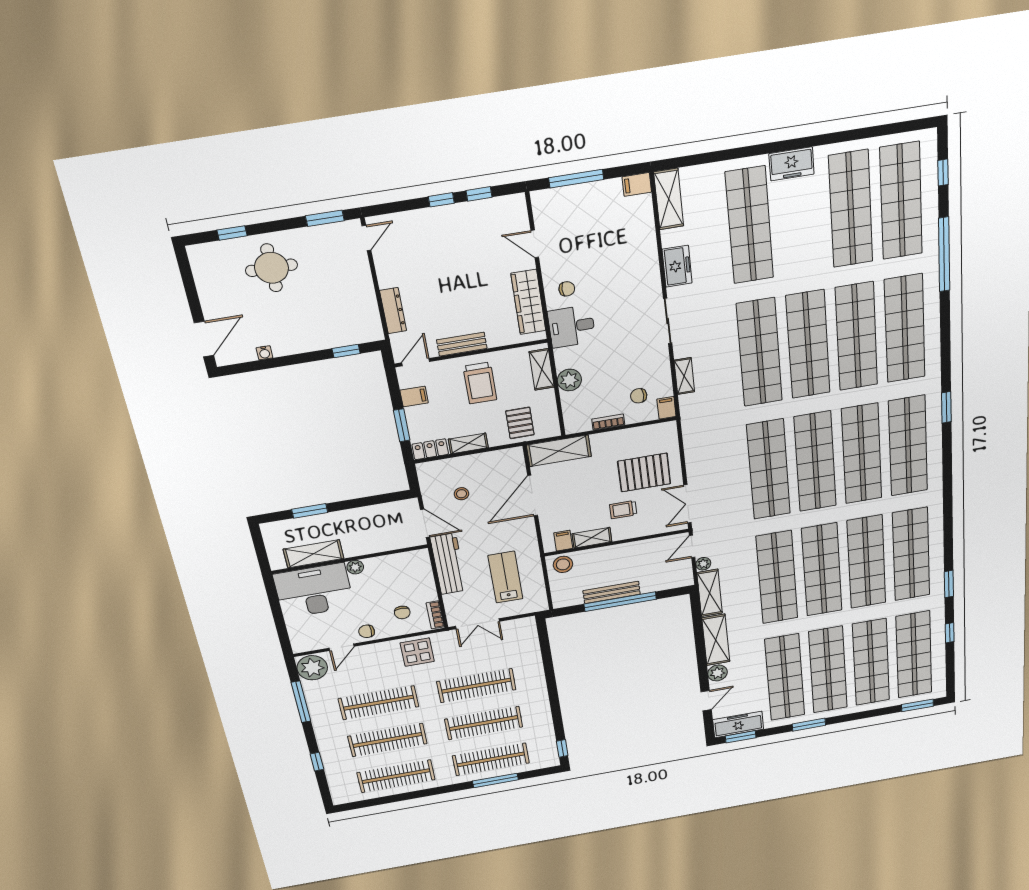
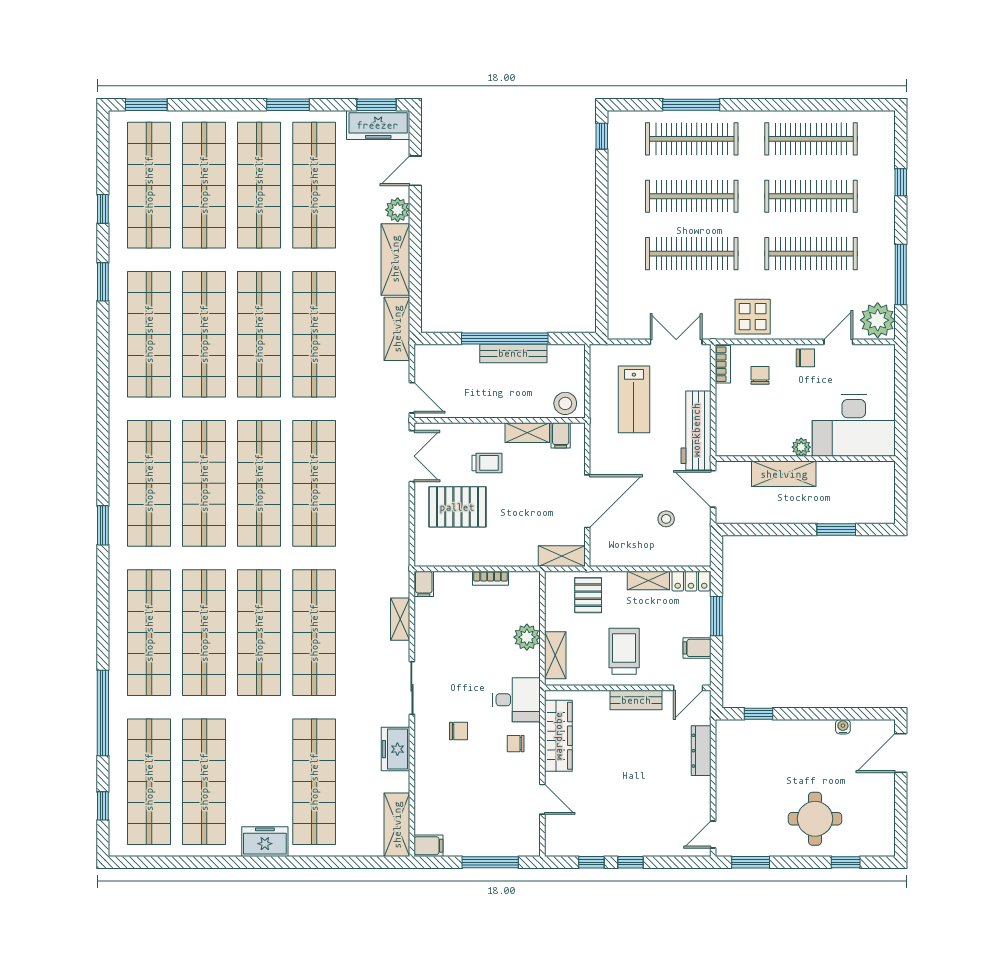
chair: (639, 396) -> (459, 731), moved
shelving: (559, 451) -> (562, 556), width x0.67, depth x0.75
door: (692, 546) -> (412, 398), hinge flipped
shelving: (314, 554) -> (784, 474), moved
plant: (703, 564) -> (401, 371), removed

